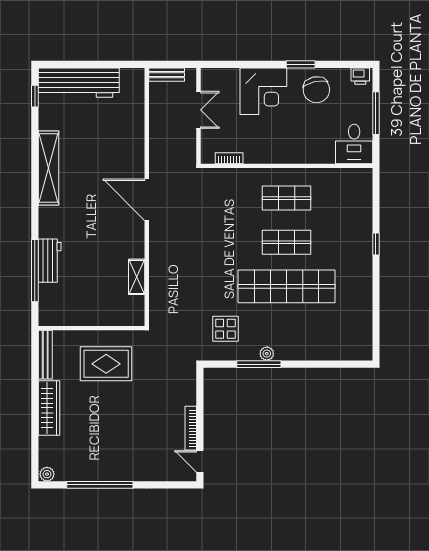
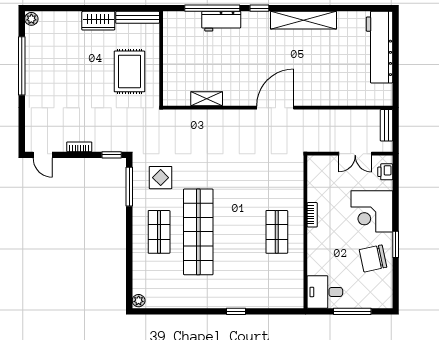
printer: (360, 76) -> (385, 172), moved
window: (35, 96) -> (259, 8), moved
bookcase: (229, 158) -> (312, 215), moved
shop shelf: (287, 242) -> (159, 232), moved
plant: (267, 354) -> (139, 301), moved
window: (259, 364) -> (129, 187), moved
window: (200, 384) -> (112, 155), added
wardrobe: (49, 408) -> (98, 21), width x0.67
bookcase: (191, 428) -> (79, 147), width x0.64
door: (200, 461) -> (43, 155), swing flipped

